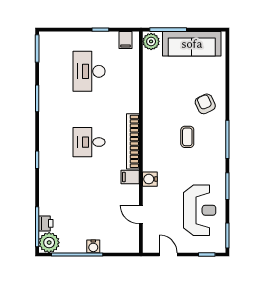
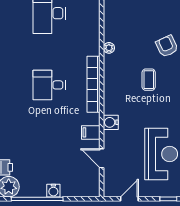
plant: (148, 106) -> (109, 48), added
filing cabinet: (130, 177) -> (91, 132), moved
door: (168, 255) -> (129, 199), hinge flipped

